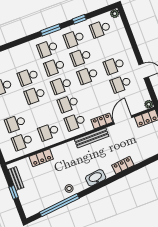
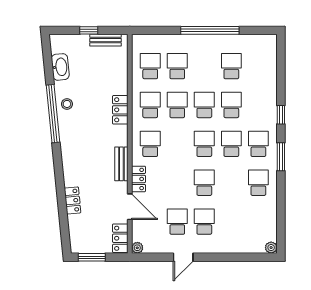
window: (79, 19) -> (281, 115), moved
school desk: (100, 29) -> (258, 222), removed
school desk: (81, 57) -> (231, 183), removed
school desk: (68, 104) -> (177, 105), moved
bench: (92, 138) -> (121, 164), width x0.73
locker: (41, 158) -> (120, 110), moved
locker: (123, 165) -> (73, 200), moved
washbasin: (96, 178) -> (60, 67), moved
window: (59, 205) -> (53, 114), moved

